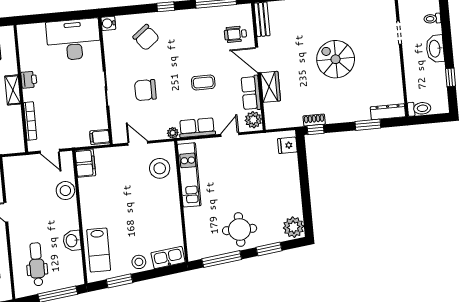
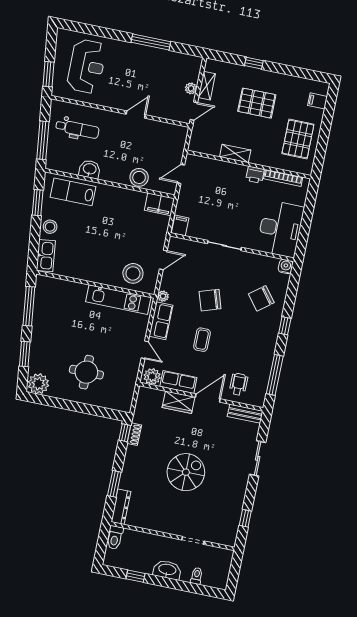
shelving: (13, 90) -> (235, 153), moved
chair: (145, 90) -> (210, 300), moved, turned -108
bookcase: (30, 121) -> (283, 178), moved
fridge: (287, 145) -> (118, 401), removed
round table: (240, 229) -> (86, 372), moved

